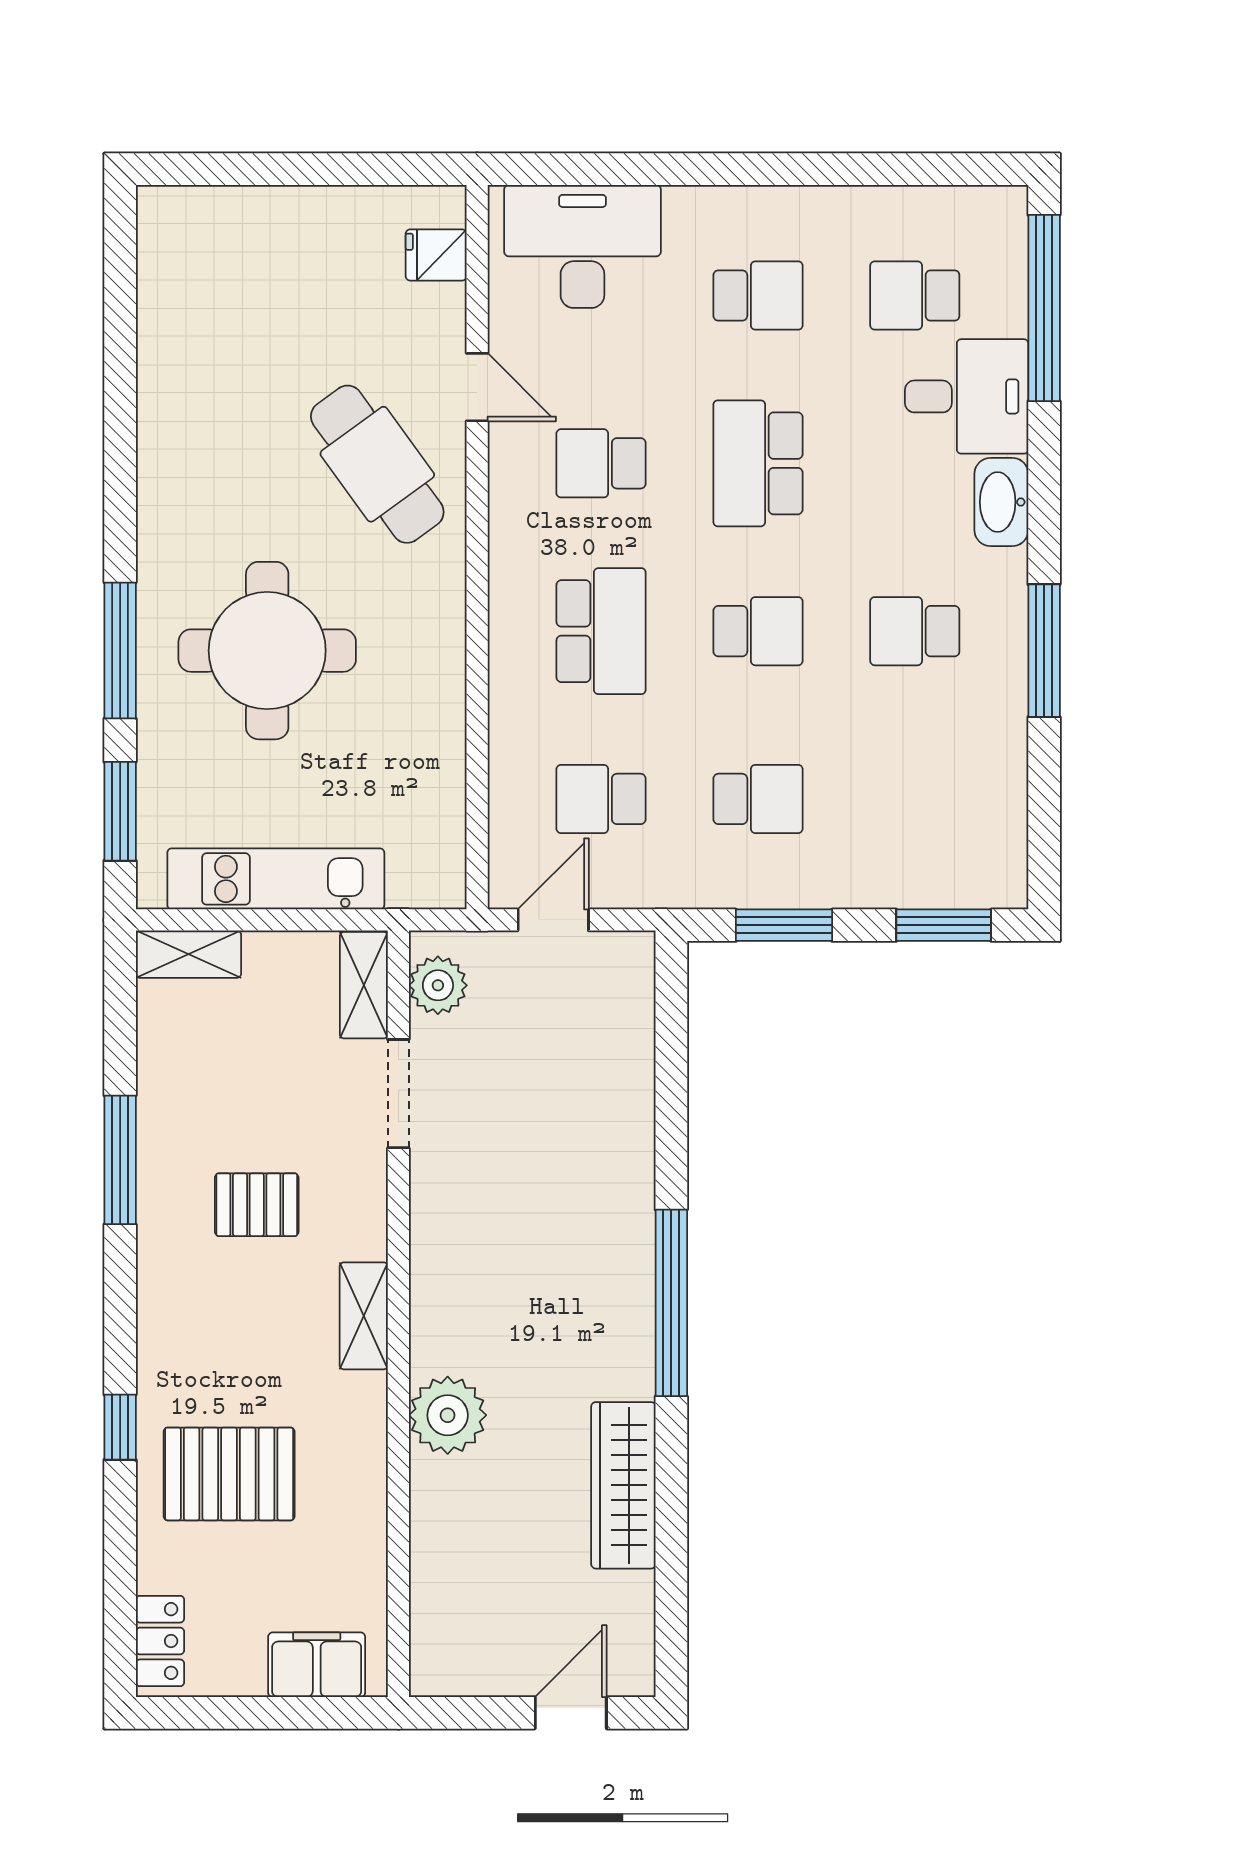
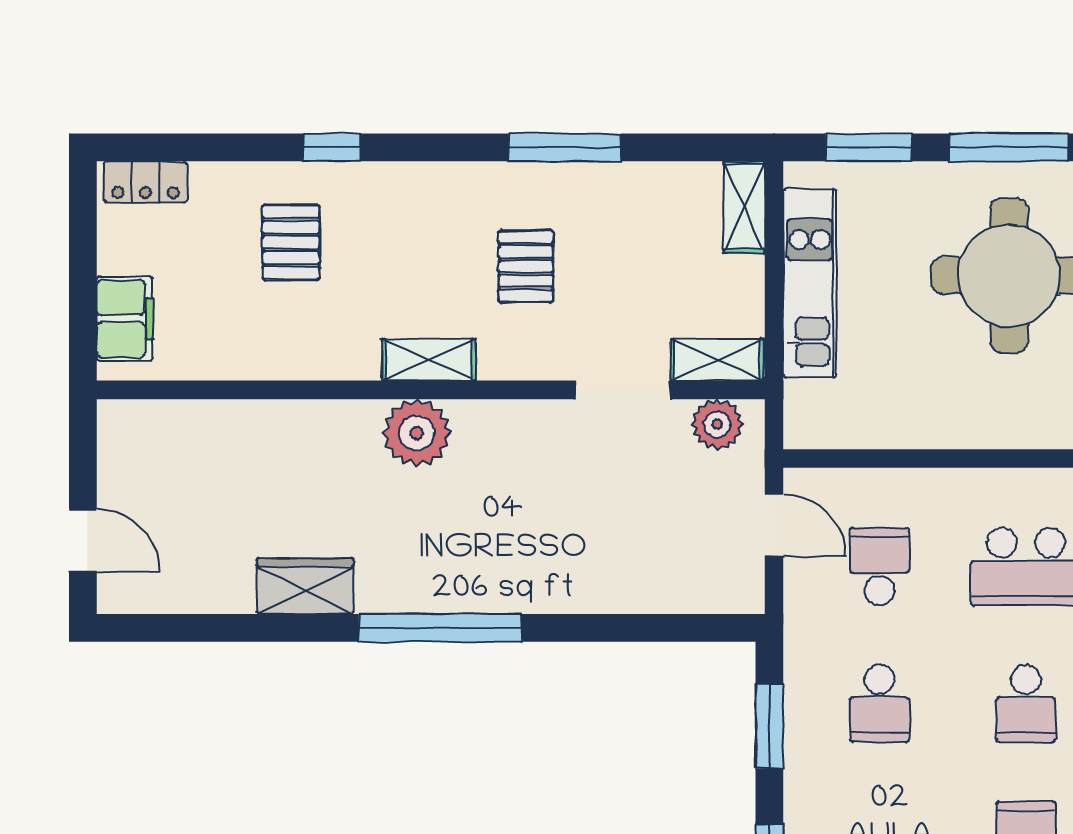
plant: (448, 1415) -> (417, 433), moved
pallet: (229, 1474) -> (291, 242), width x0.67, depth x0.71
wardrobe: (623, 1485) -> (305, 586), width x0.67

